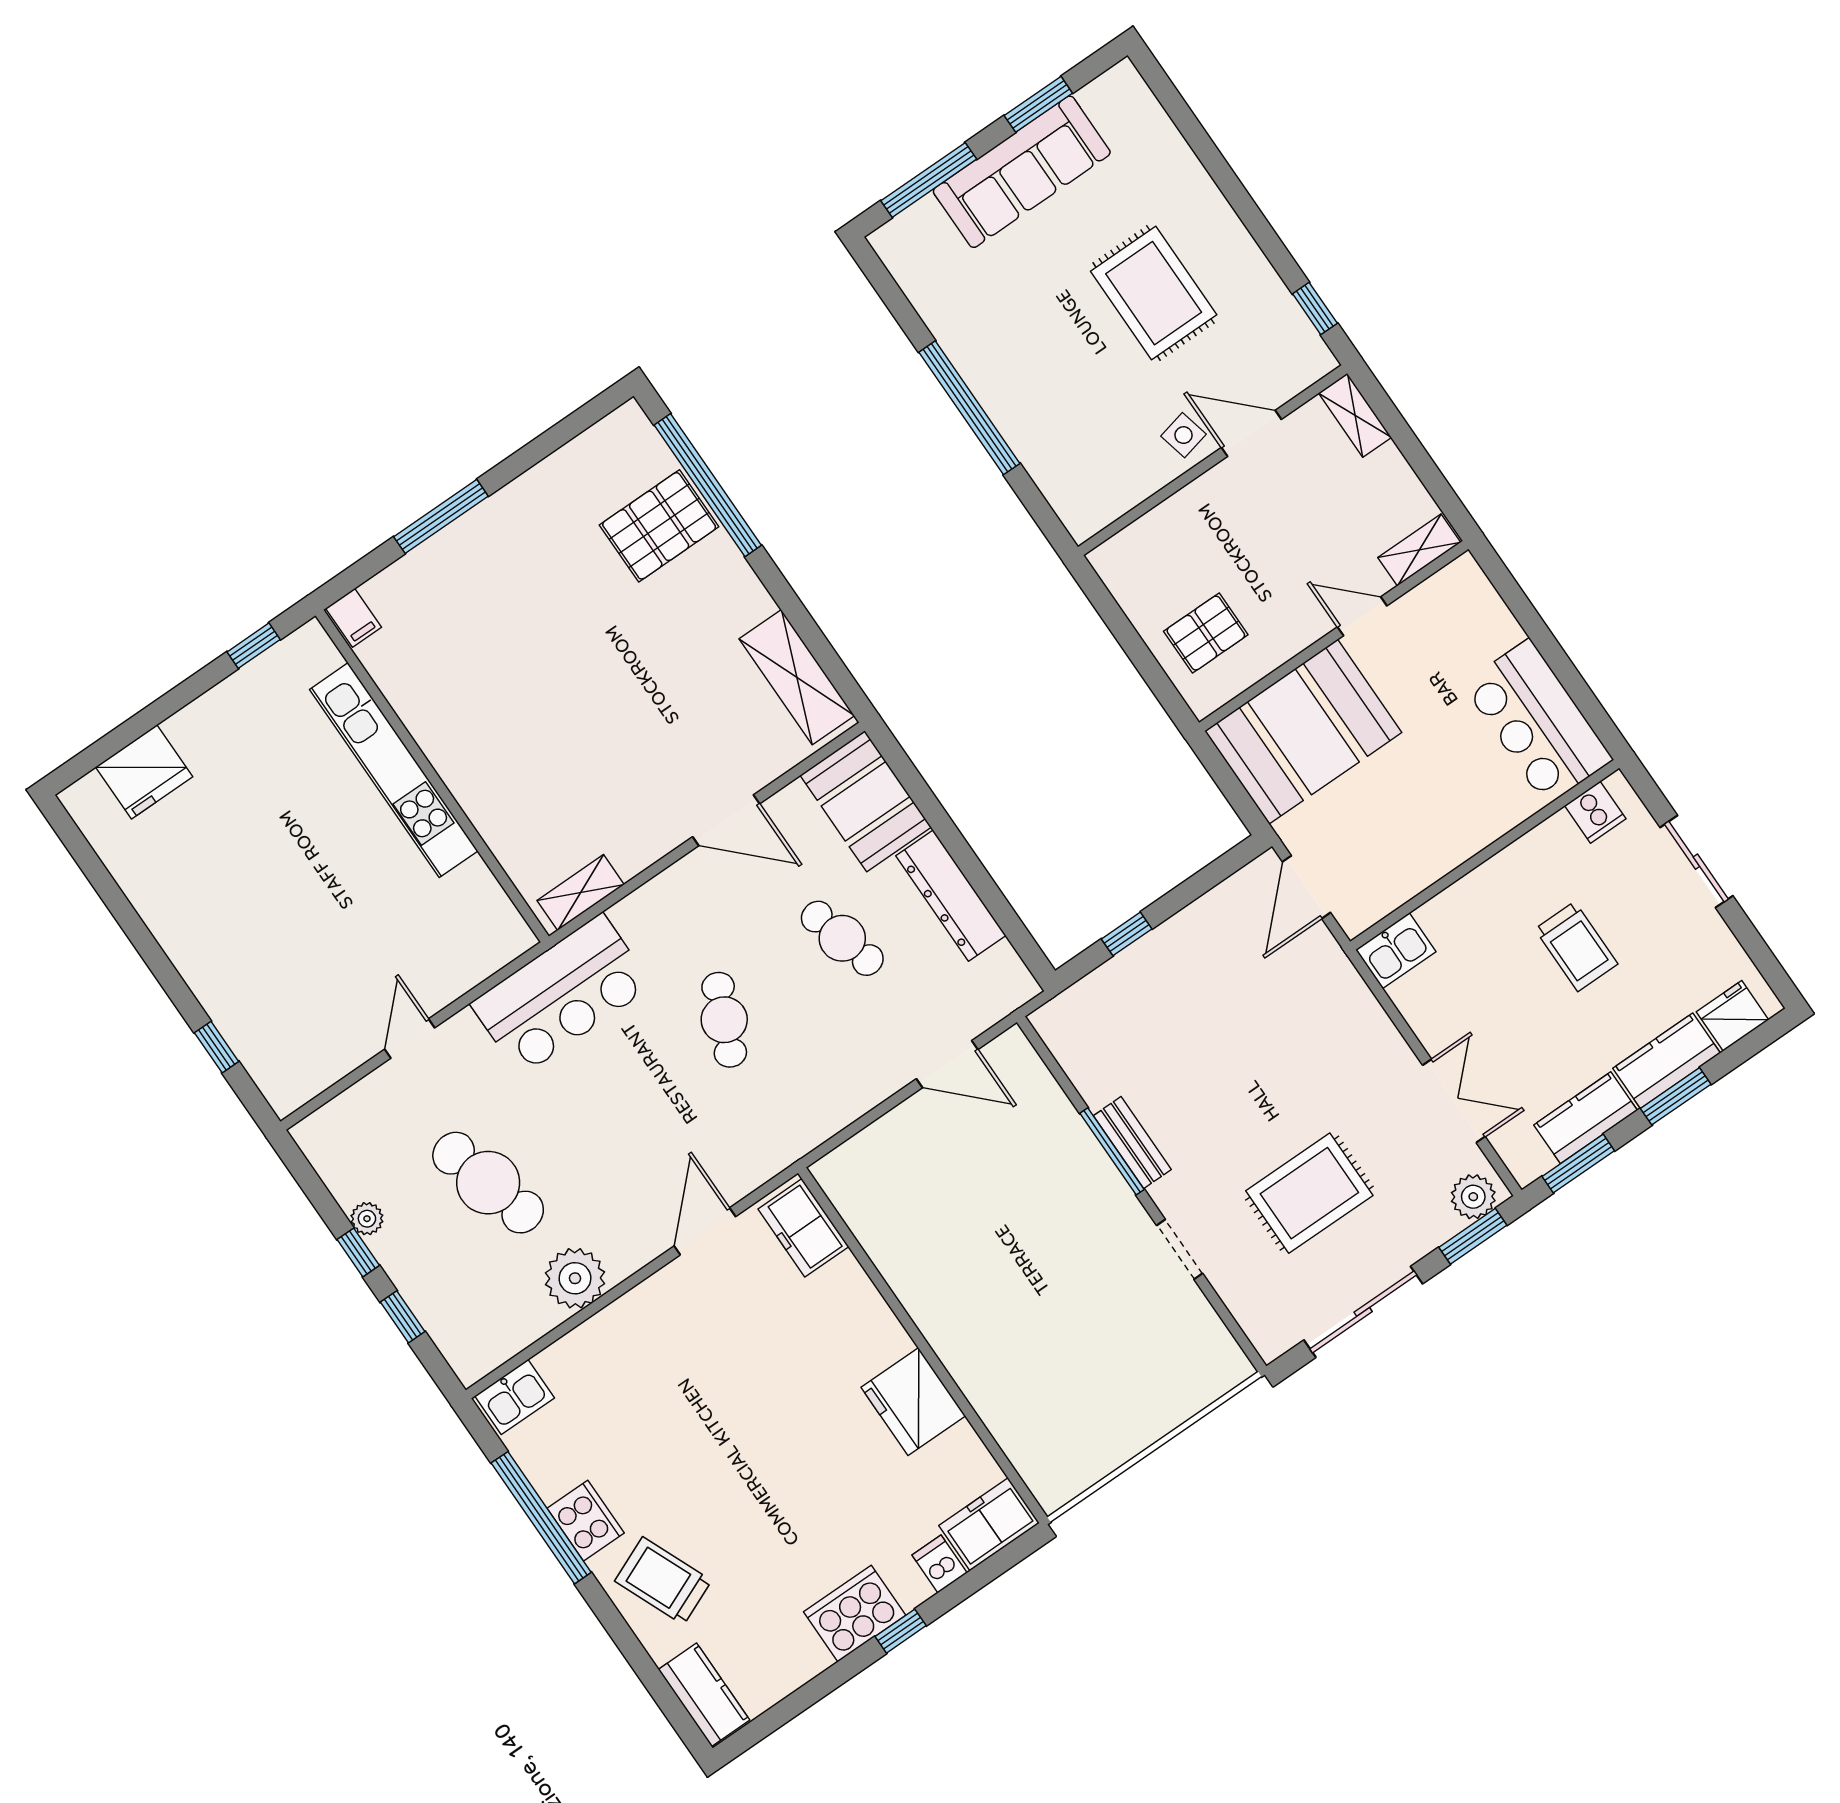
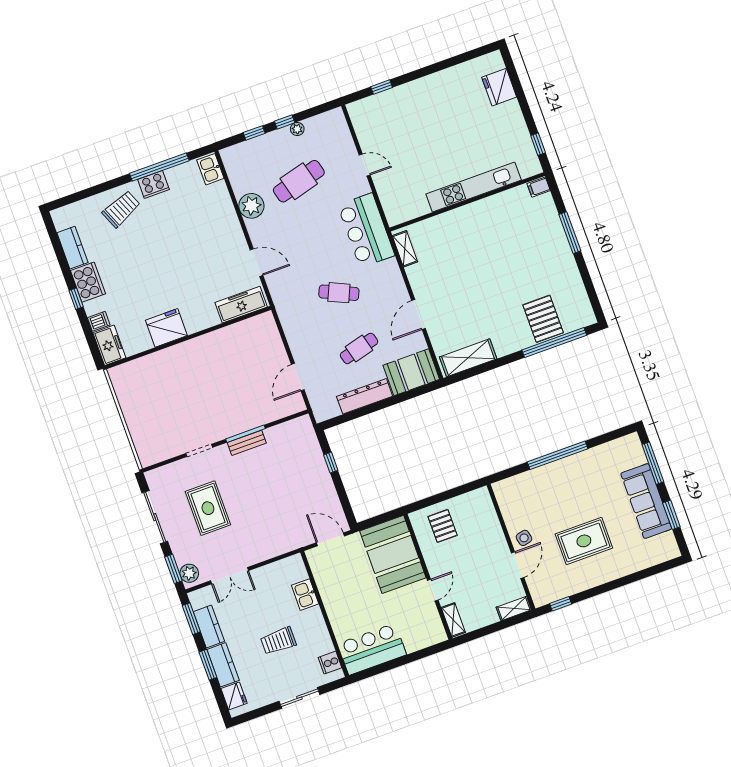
kitchen sink: (1396, 951) -> (305, 595), moved
freezer: (803, 1228) -> (241, 305), width x1.40
kitchen counter: (704, 1695) -> (72, 248), moved, turned -90

